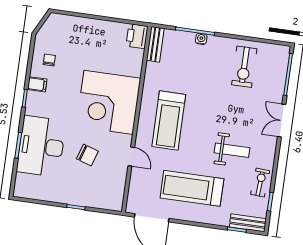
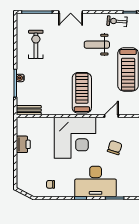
printer: (137, 36) -> (23, 144), moved, turned -90
exercise bike: (244, 67) -> (36, 44), turned -90
filing cabinet: (37, 84) -> (69, 191), removed
treadmill: (169, 120) -> (82, 93), turned -90
desk: (41, 146) -> (96, 181), moved
weight bench: (232, 150) -> (97, 45), turned -90

